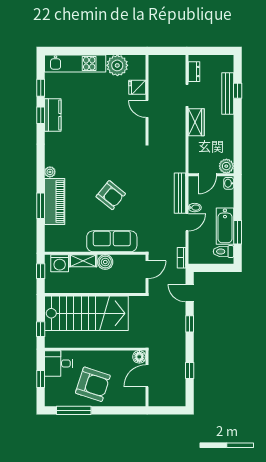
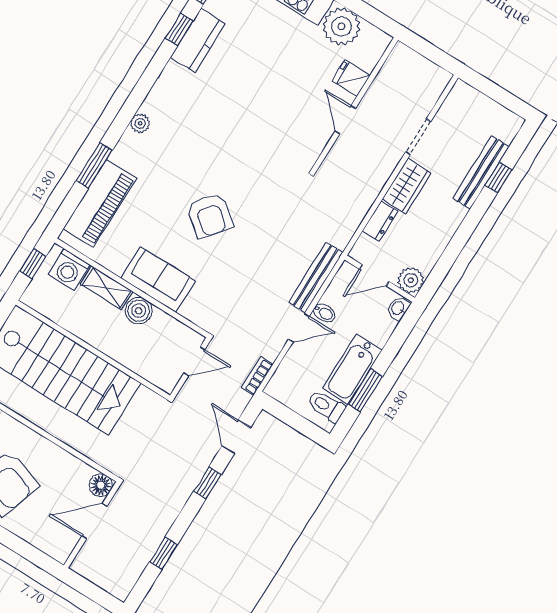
dresser: (194, 72) -> (380, 221), moved
piano: (55, 202) -> (100, 203), moved
sofa: (112, 241) -> (158, 279), width x0.73

